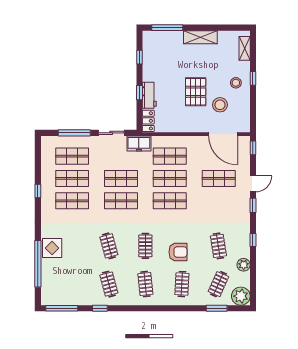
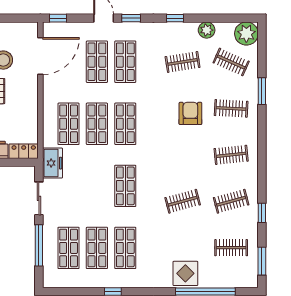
shop shelf: (121, 178) -> (125, 62), moved
clothes rail: (145, 246) -> (231, 248), moved
window: (62, 308) -> (262, 261), width x0.69
window: (217, 308) -> (262, 91), moved

